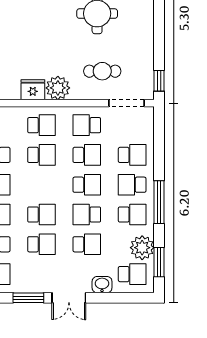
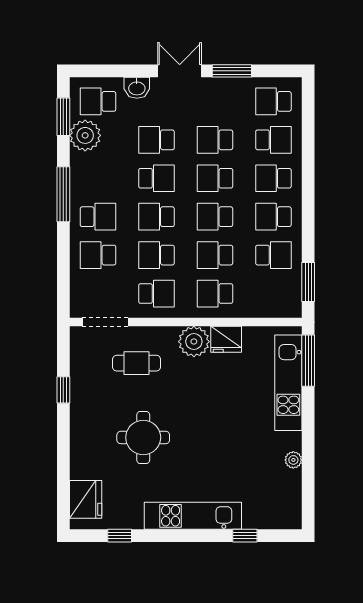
window: (159, 81) -> (63, 390), moved
school desk: (132, 215) -> (215, 217), moved

